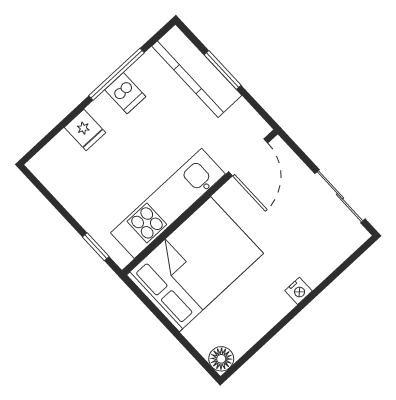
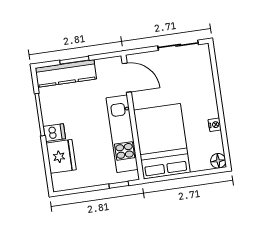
dishwasher: (125, 93) -> (54, 133), moved
fridge: (85, 130) -> (61, 156), width x1.88, depth x1.34
nightstand: (298, 291) -> (215, 125), moved

